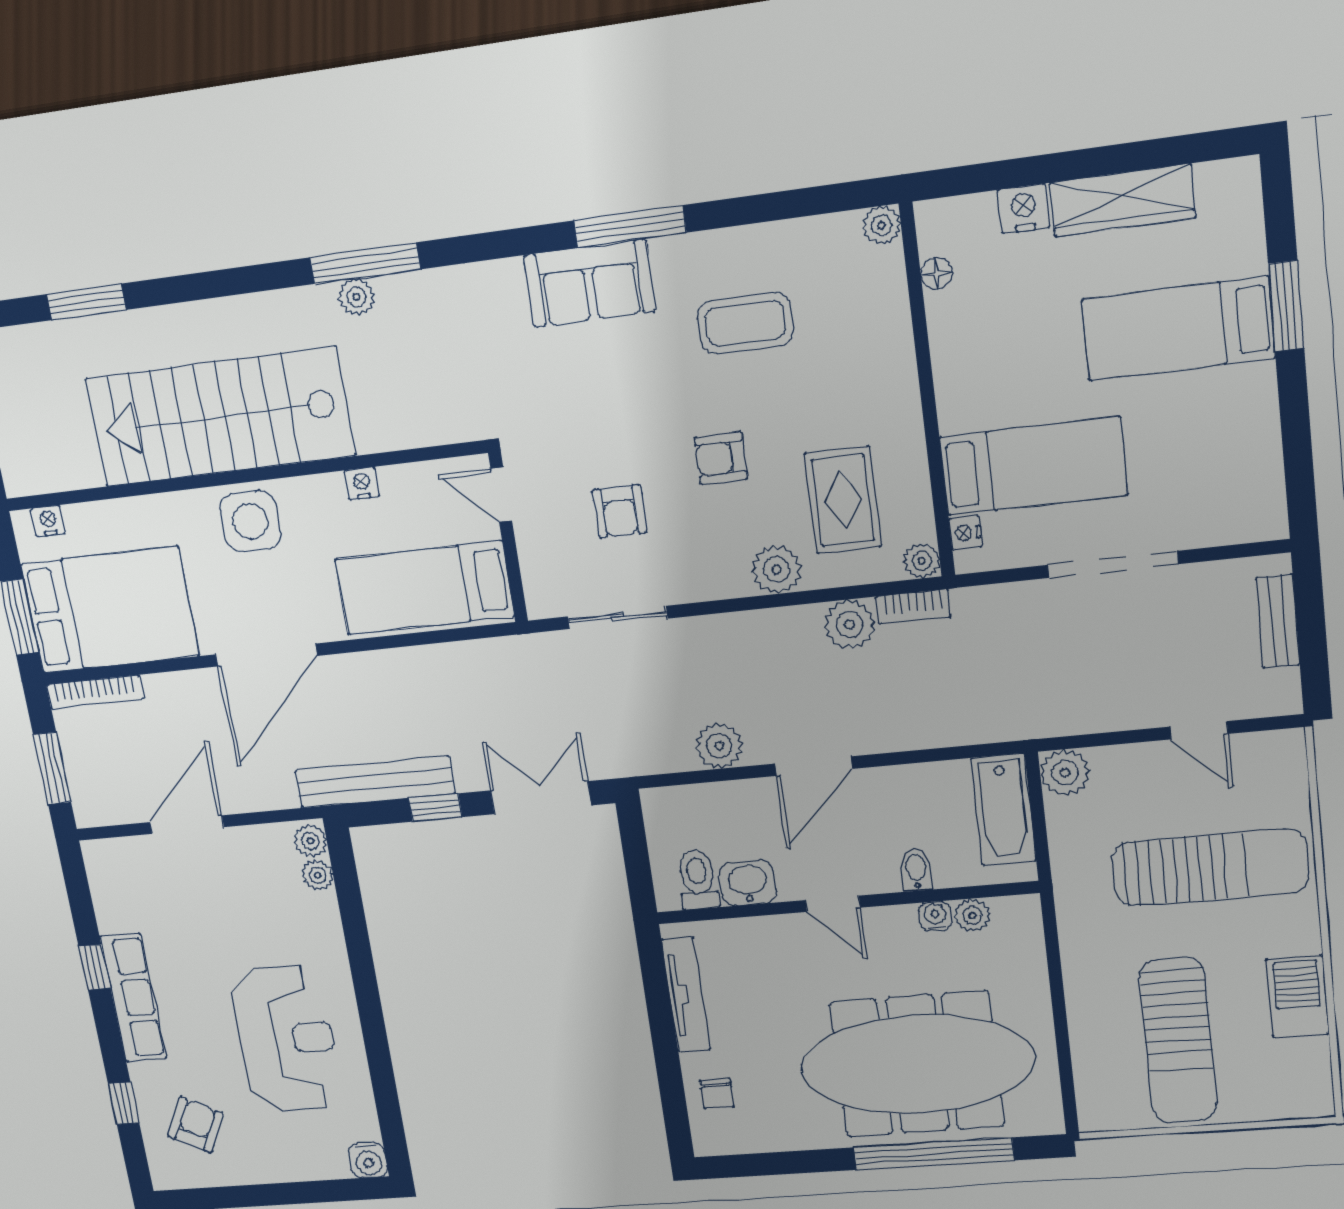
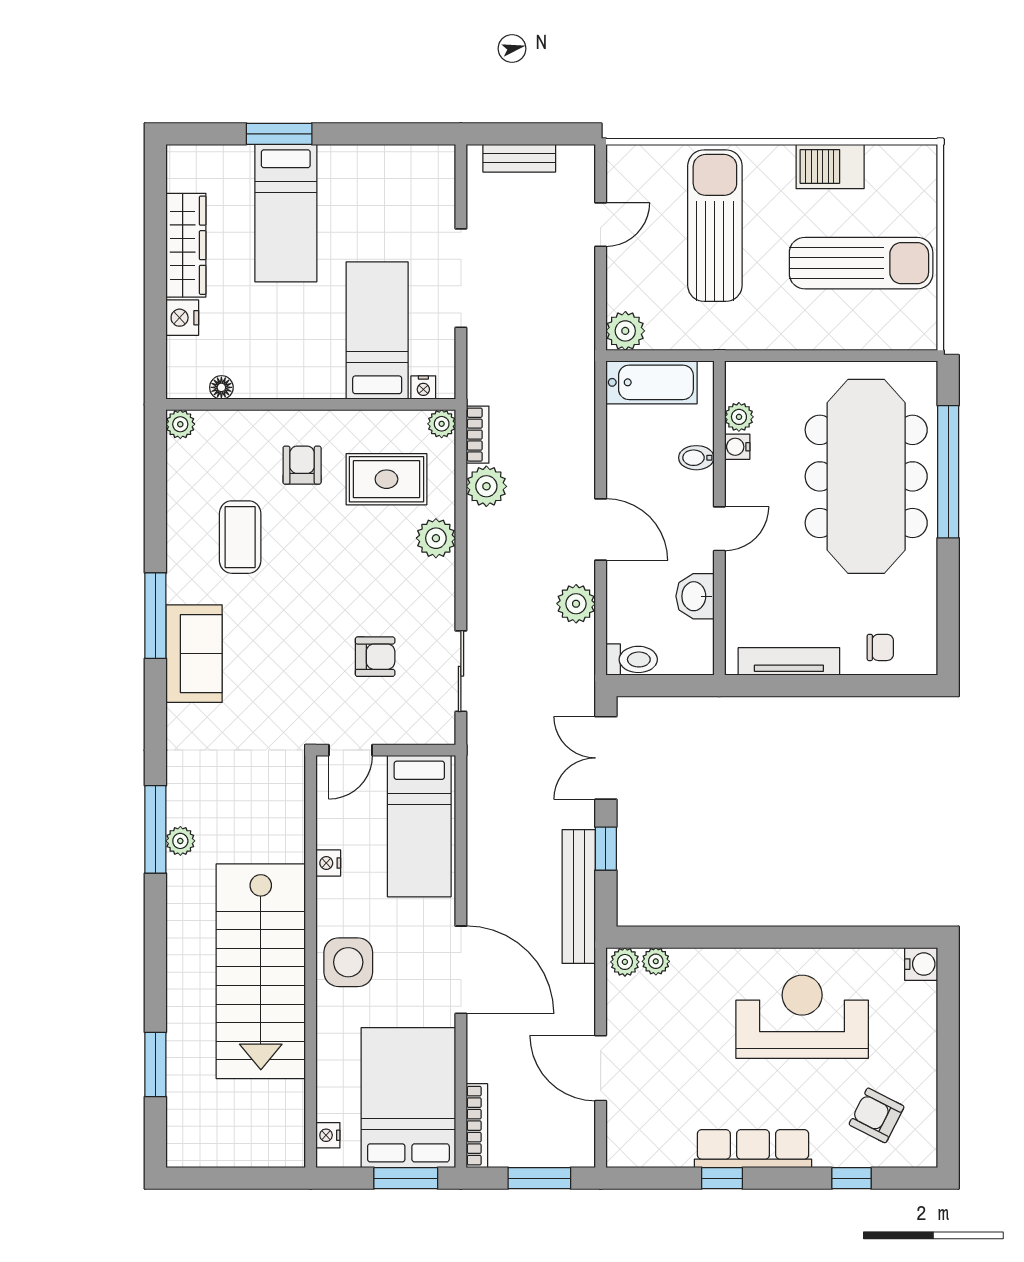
armchair: (721, 458) -> (302, 465), moved, turned 180
toilet: (698, 879) -> (632, 659), moved, turned 180

